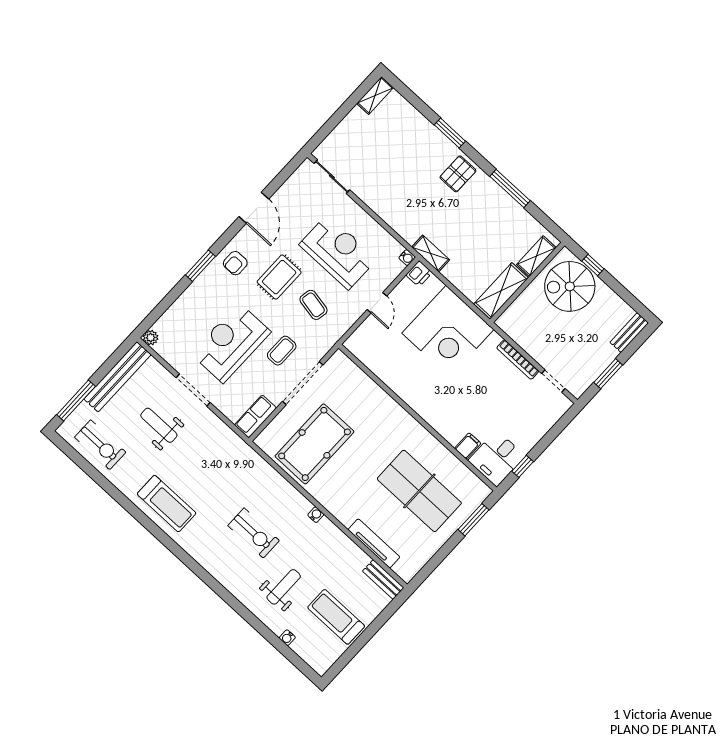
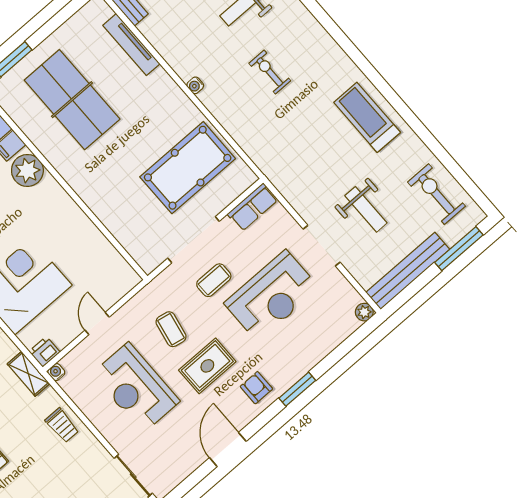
trolley: (397, 213) -> (62, 425), added
armchair: (235, 263) -> (256, 388), turned -90
plant: (451, 426) -> (27, 170), added
exercise bike: (254, 533) -> (270, 72), width x0.73, depth x0.72

